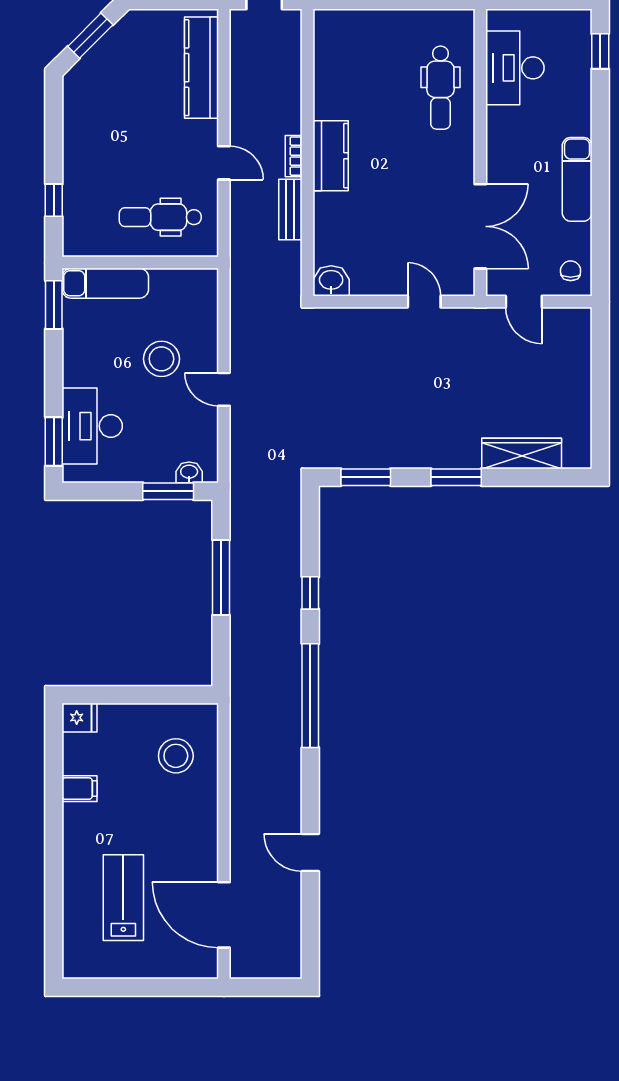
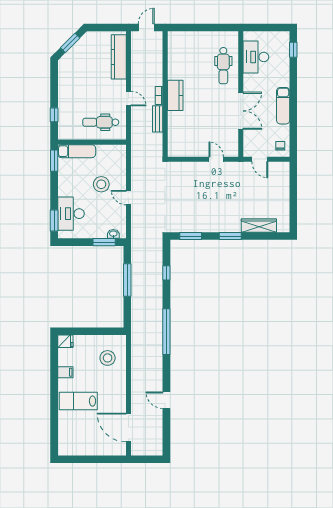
double door: (480, 226) -> (241, 111), moved
washbasin: (331, 281) -> (175, 150), removed
window: (310, 593) -> (166, 273), moved
lab bench: (123, 898) -> (78, 401), moved, turned -90

